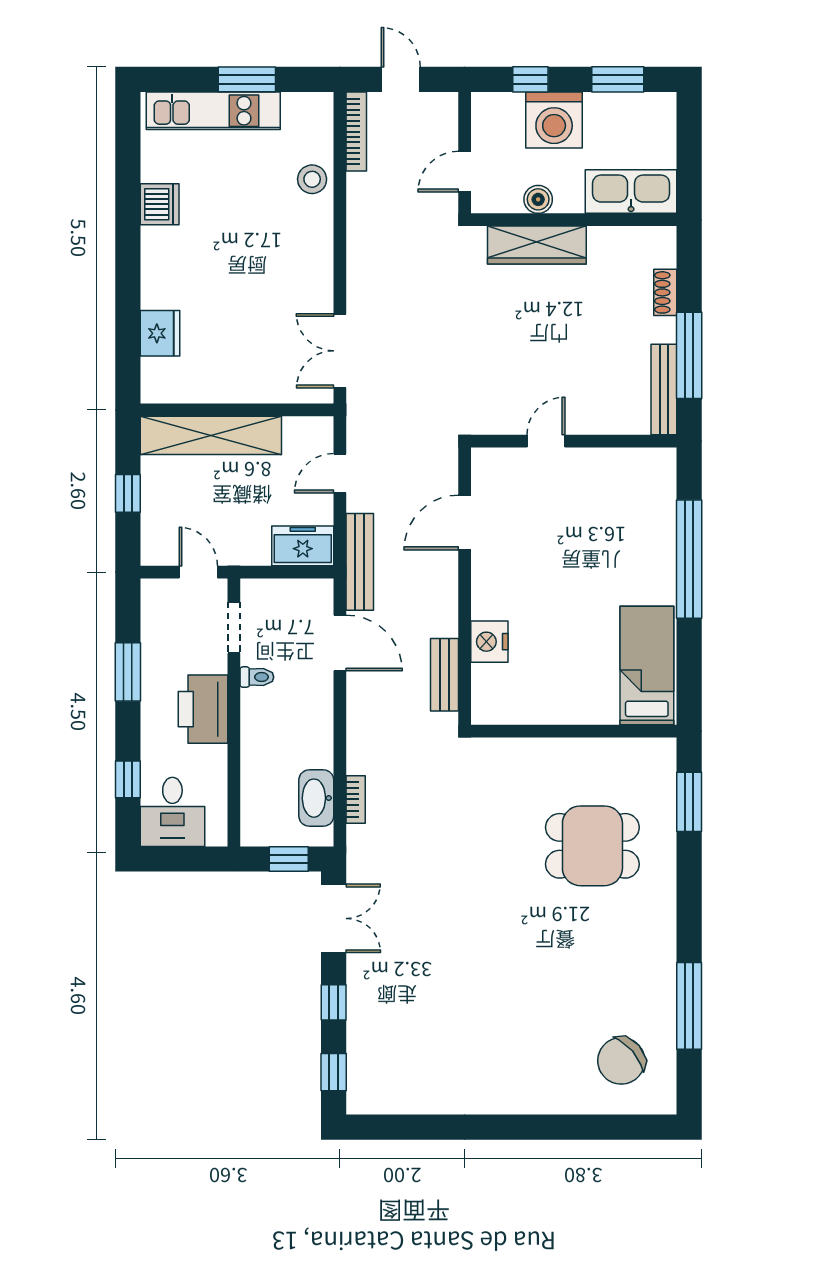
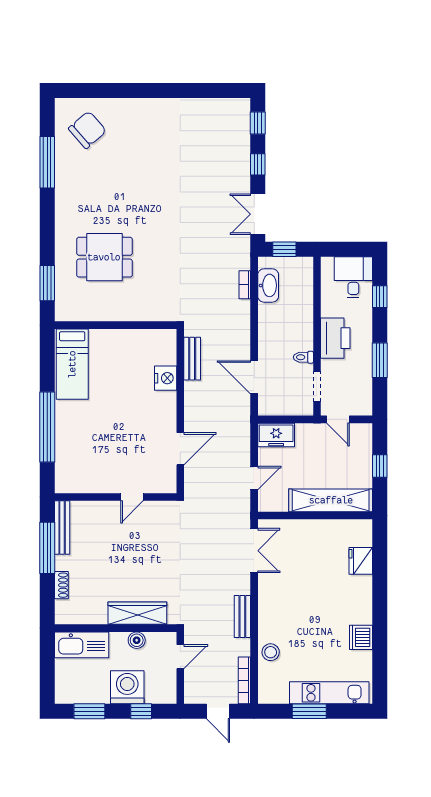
bench: (360, 562) -> (242, 617), moved, width x0.73

